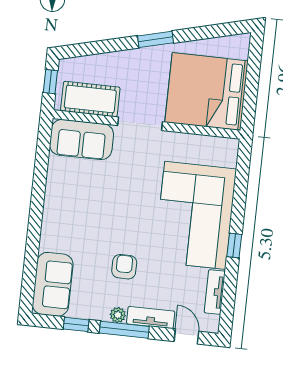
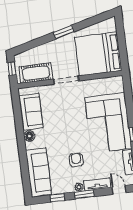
sofa: (82, 140) -> (31, 112), moved, turned -90
floor lamp: (53, 206) -> (29, 136), added
sofa: (53, 284) -> (39, 173), width x1.36
window: (124, 330) -> (84, 194), width x0.69

